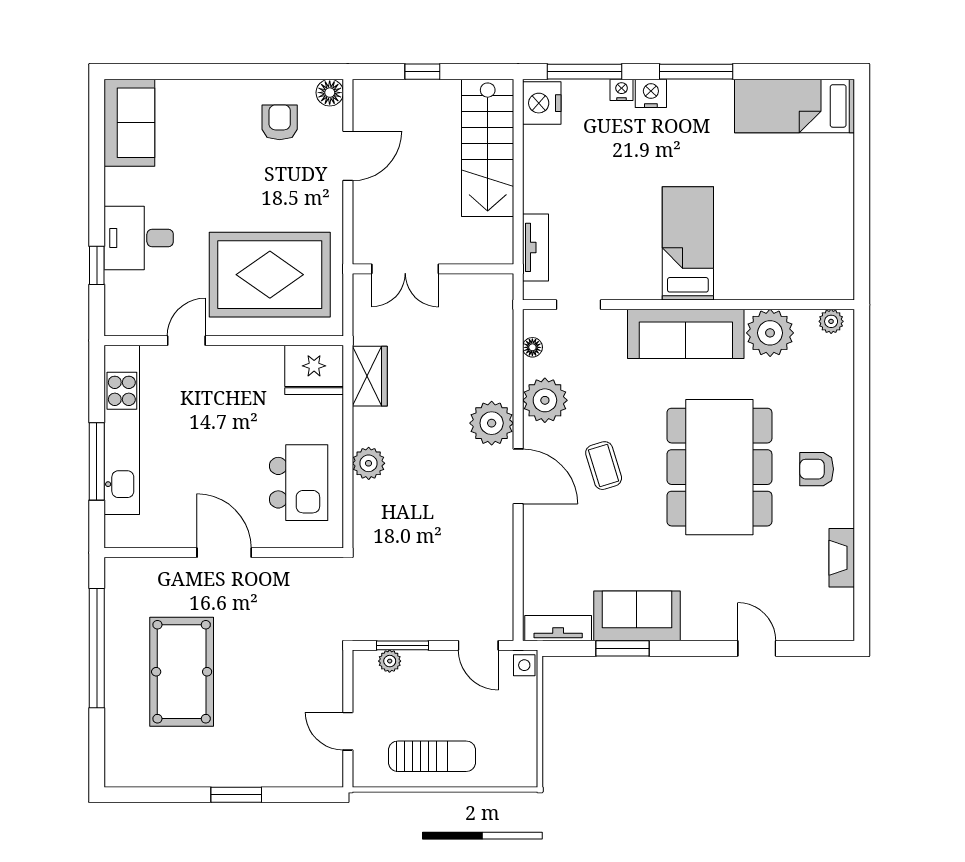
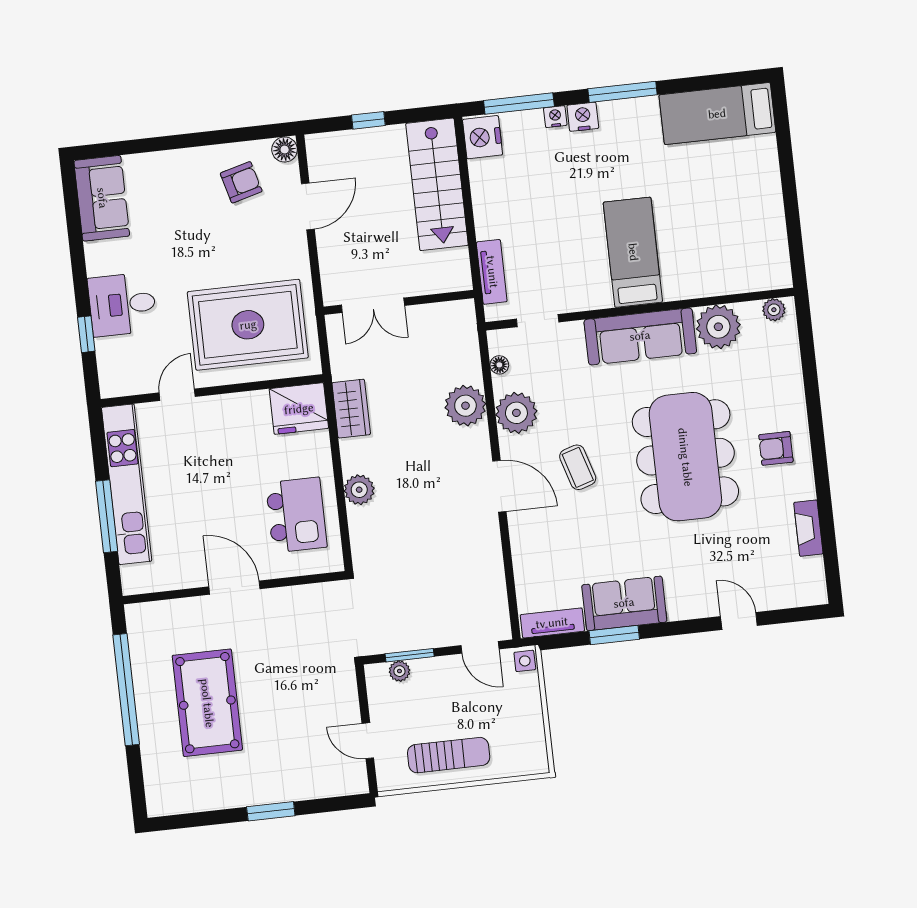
armchair: (280, 122) -> (241, 182), turned 75
plant: (492, 423) -> (465, 406), moved

